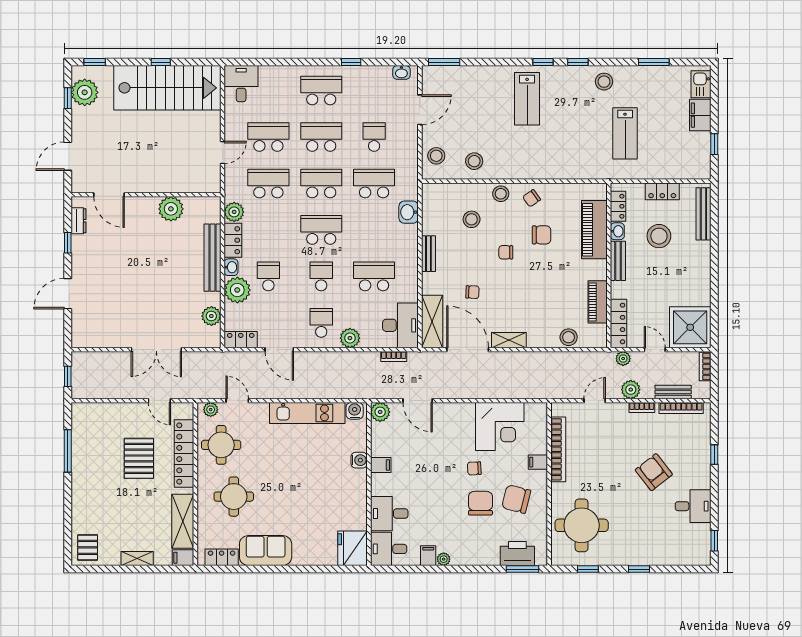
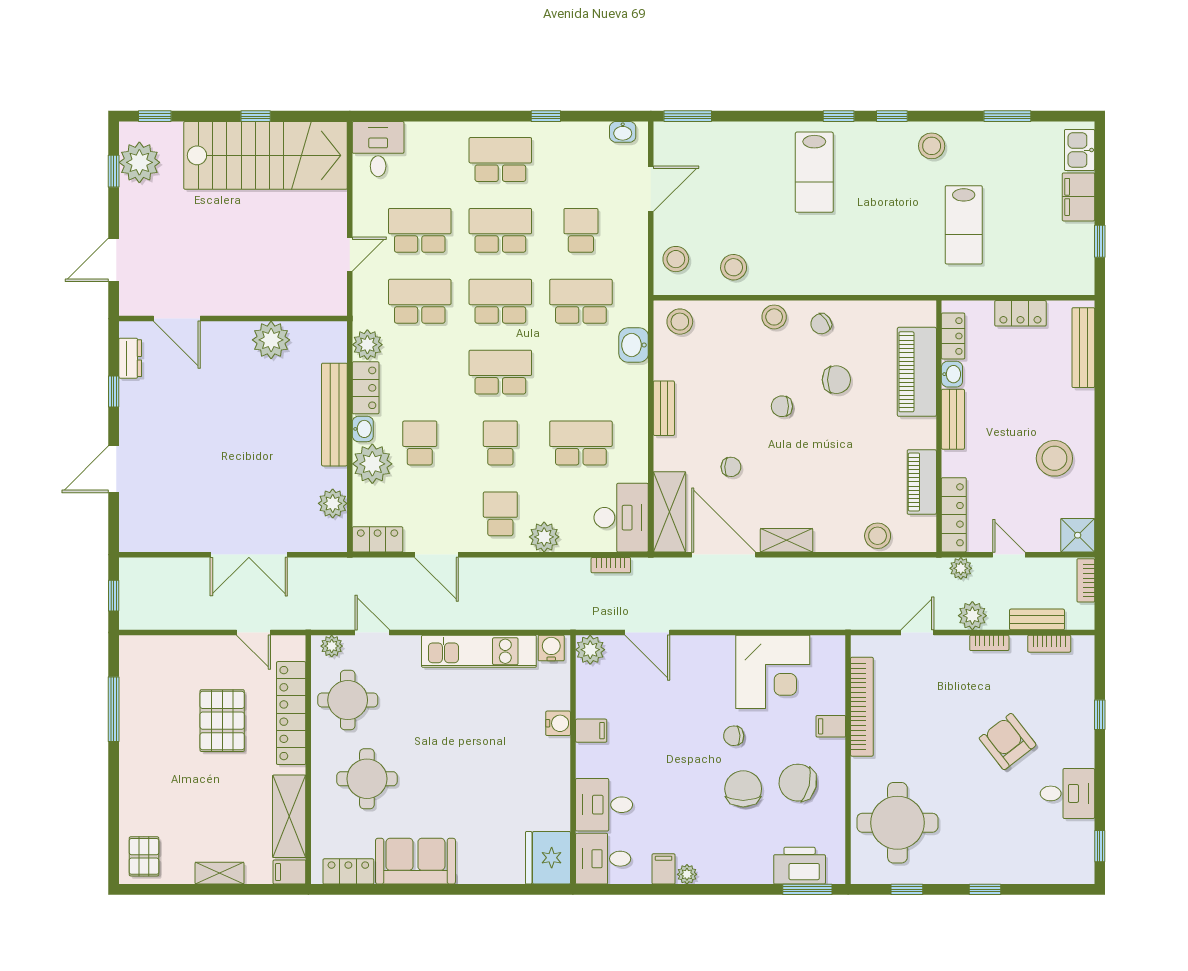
stool: (472, 219) -> (680, 322), moved
stool: (659, 236) -> (1054, 458), moved
shower: (690, 327) -> (1078, 535), width x0.54, depth x0.54
bookcase: (681, 408) -> (1049, 644), width x0.64

